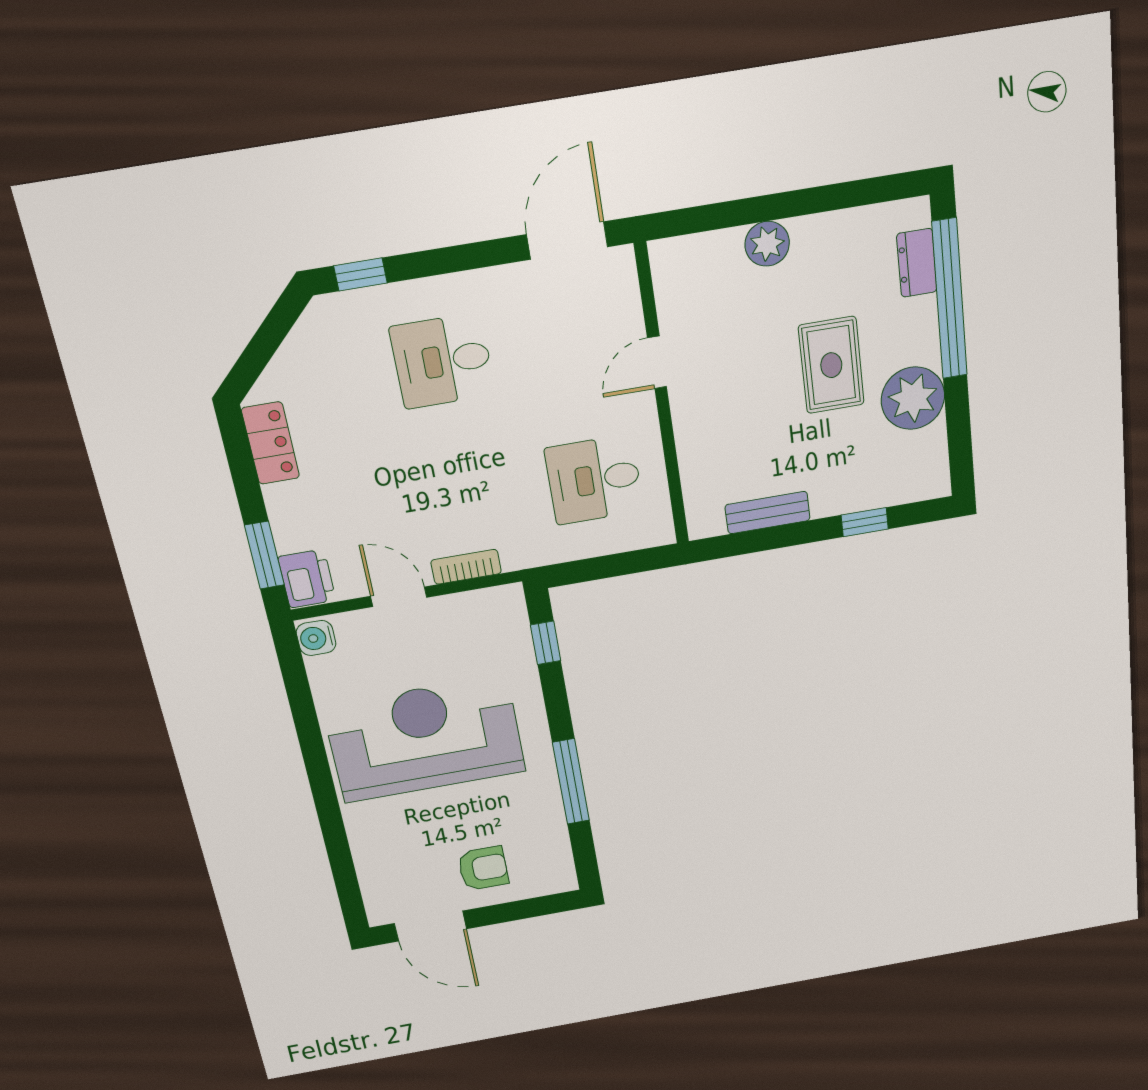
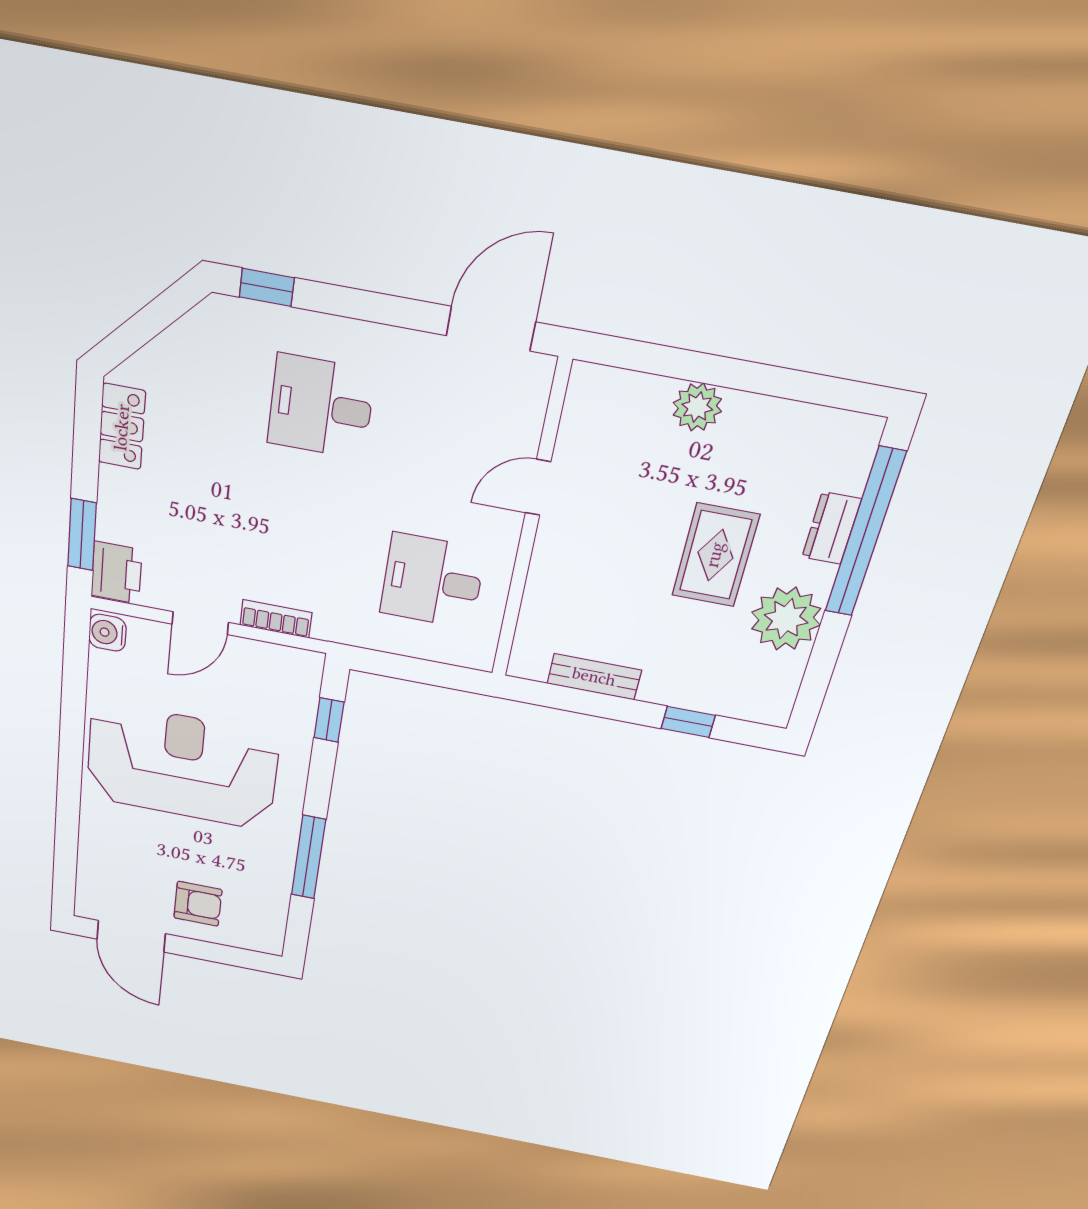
dresser: (917, 263) -> (831, 528), moved
door: (399, 597) -> (200, 623), swing flipped

